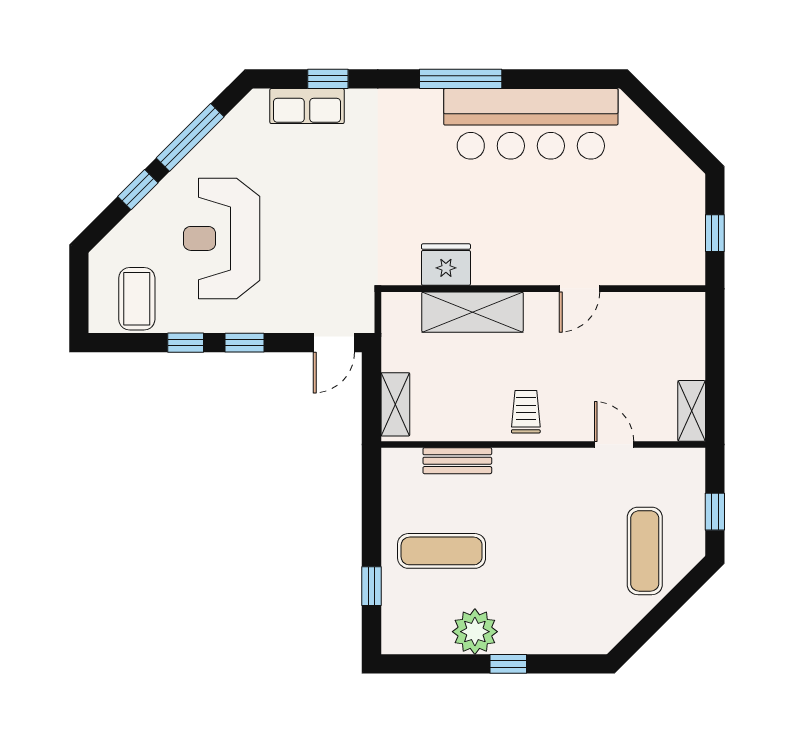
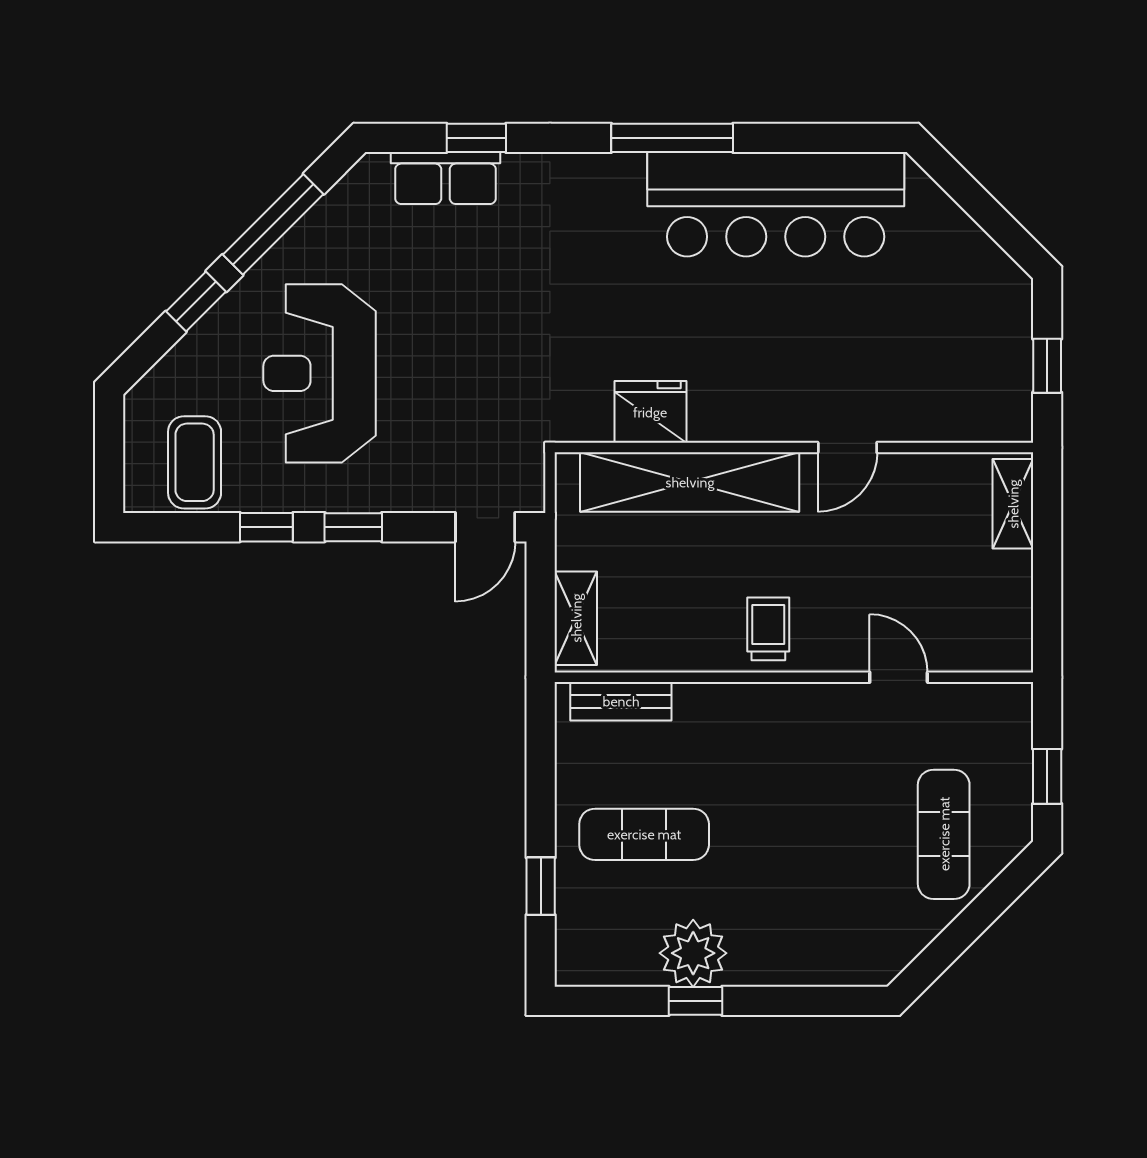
shelving: (472, 312) -> (690, 482), width x1.47
shelving: (692, 411) -> (1013, 504), moved
bench: (457, 461) -> (621, 701), moved
window: (508, 664) -> (695, 1001), moved

